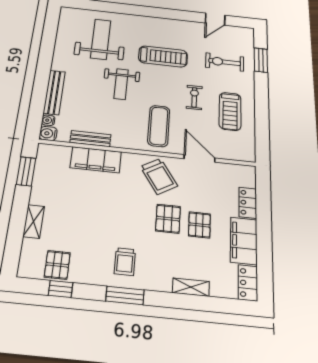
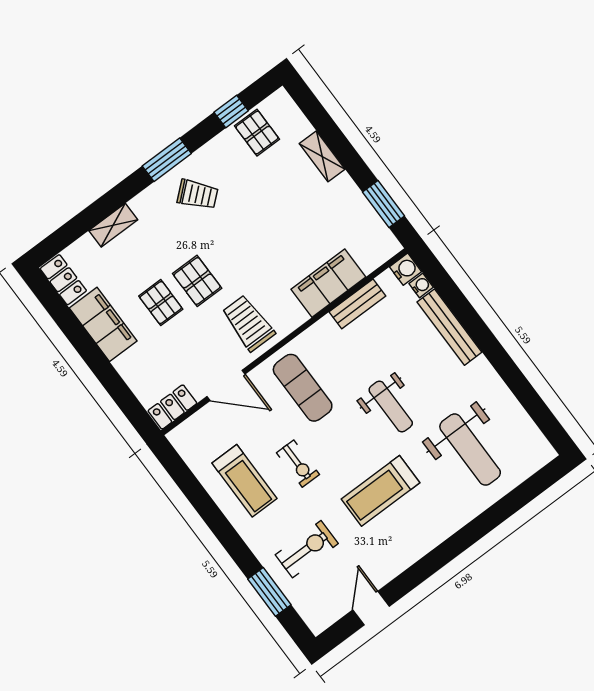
weight bench: (121, 84) -> (391, 407), turned 180
treadmill: (230, 111) -> (245, 481), turned 180
trolley: (159, 176) -> (248, 323), turned 32
locker: (248, 203) -> (172, 407), moved, turned -90
trolley: (125, 262) -> (198, 194), turned 139

